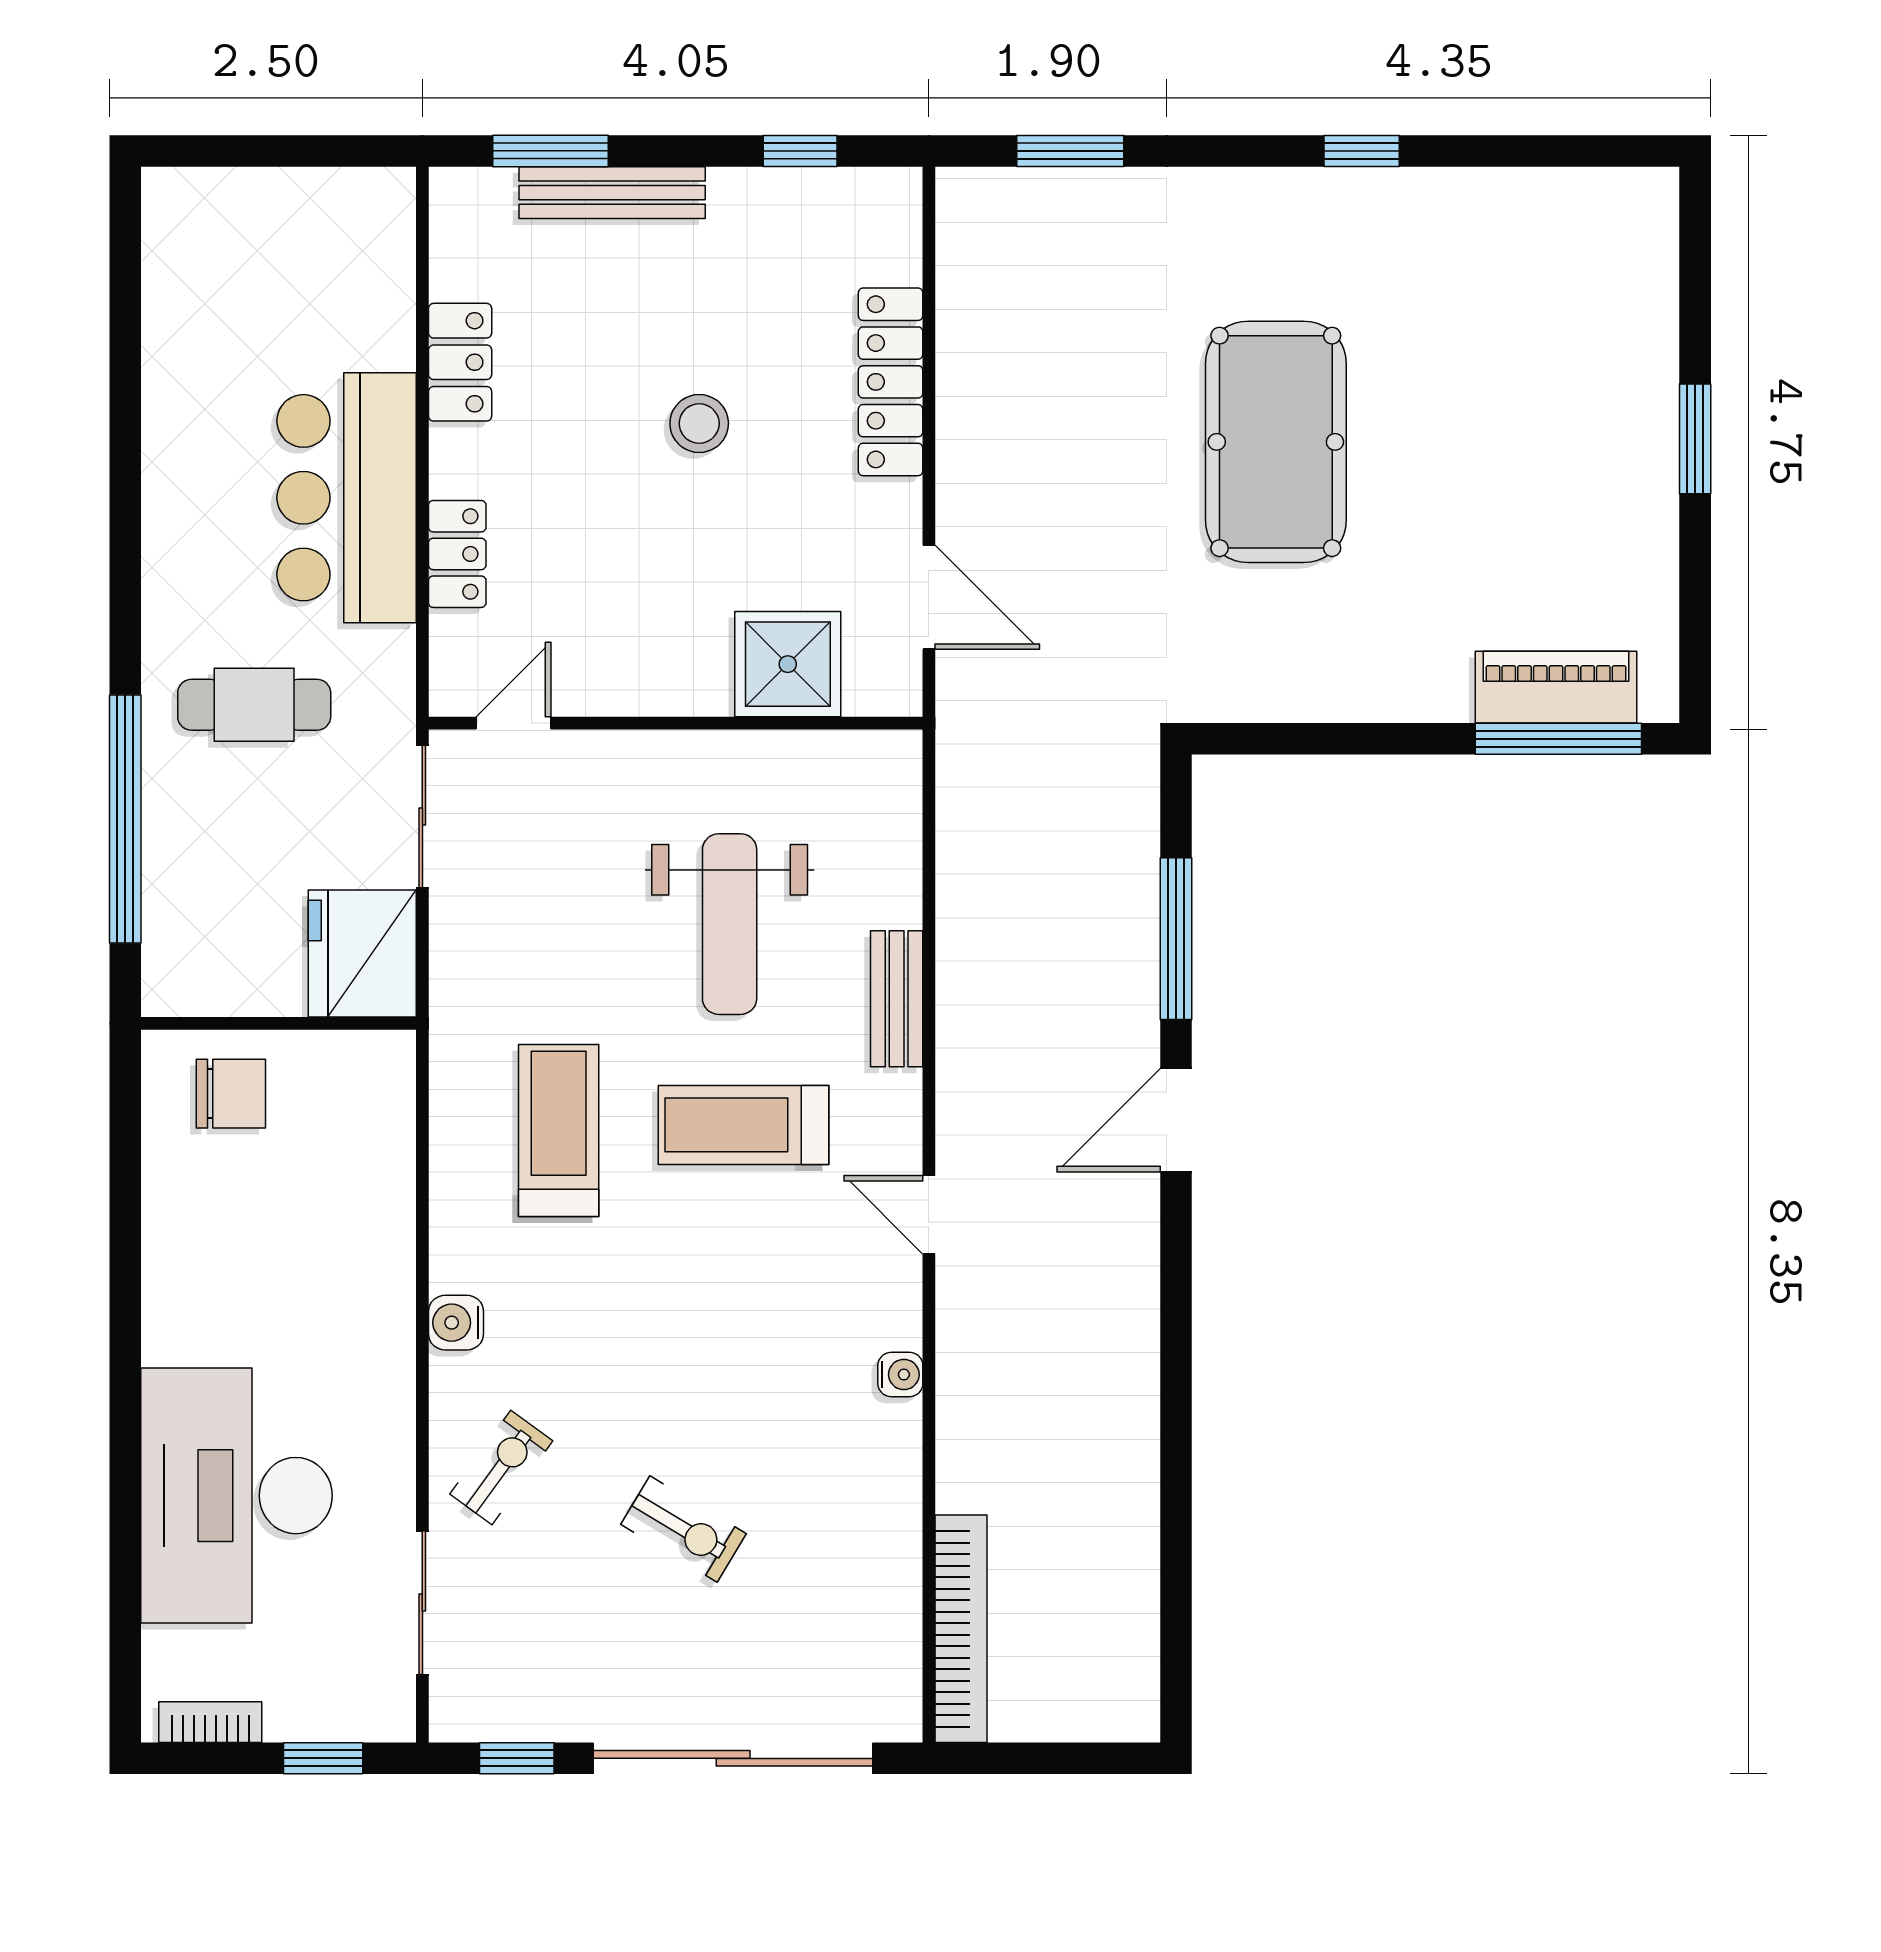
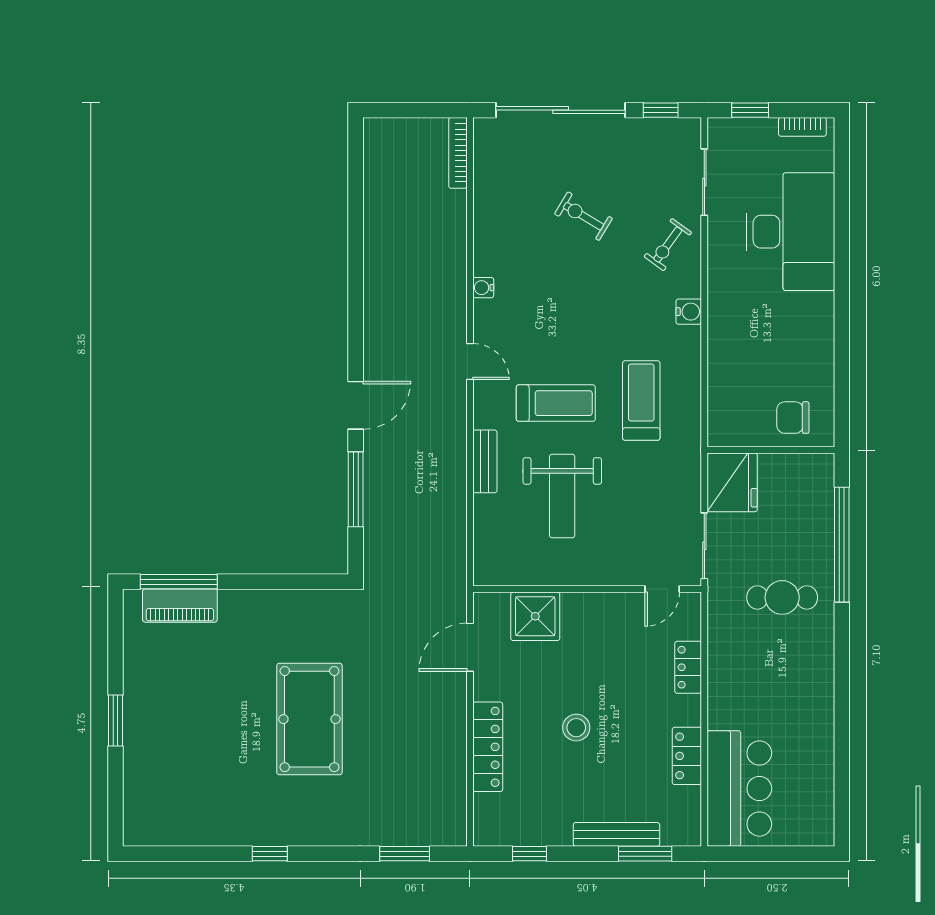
bar counter: (347, 498) -> (739, 789), moved
door: (929, 597) -> (470, 647), hinge flipped
weight bench: (730, 924) -> (562, 496), turned 180
treadmill: (559, 1131) -> (641, 400), turned 180
bookcase: (961, 1629) -> (458, 153), width x0.68, depth x0.76

